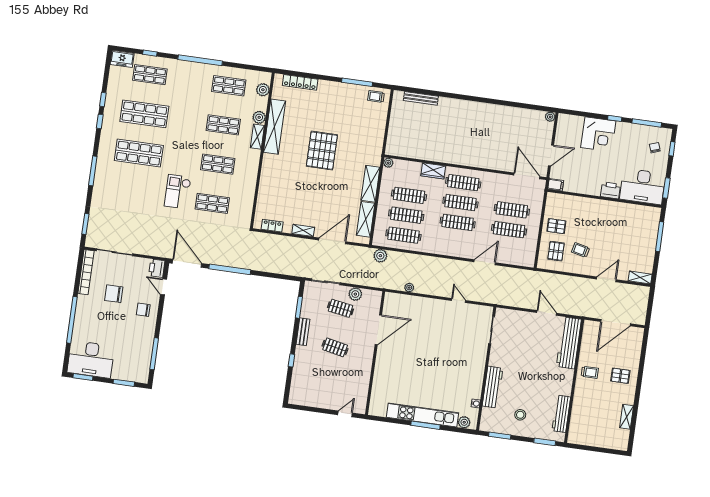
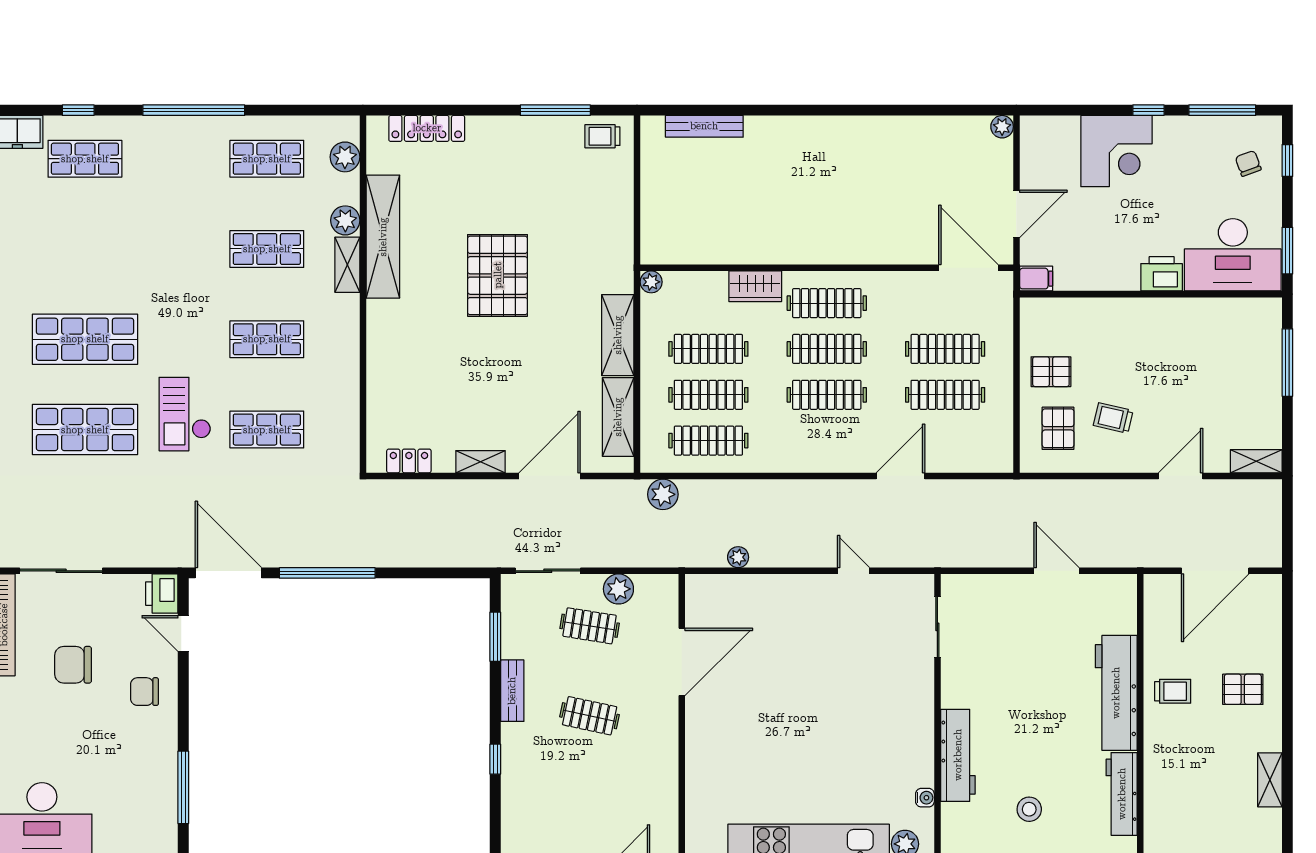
shop shelf: (144, 114) -> (85, 430), moved
workbench: (569, 343) -> (1116, 693), moved

